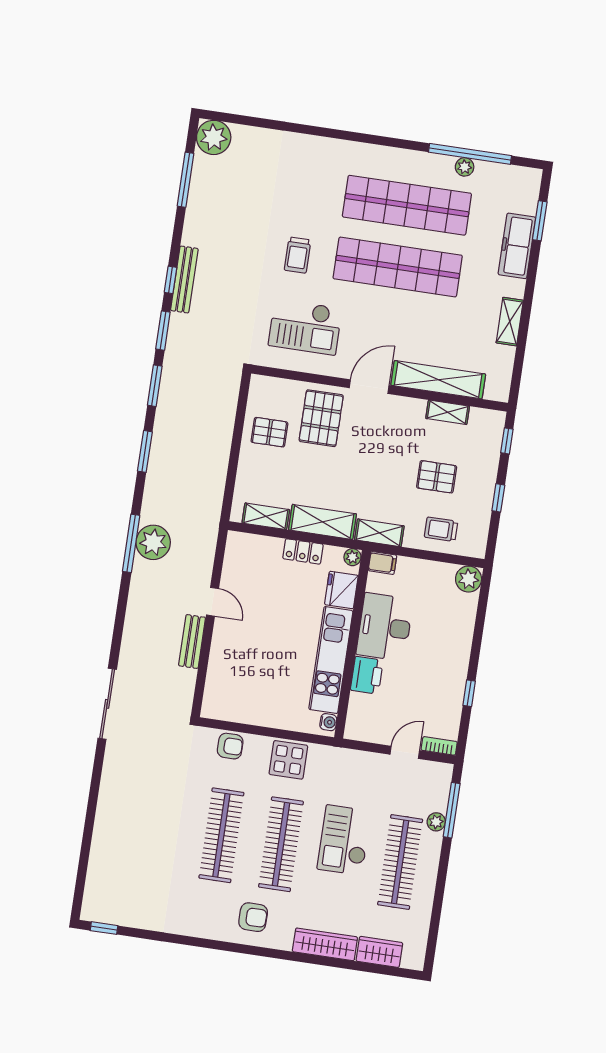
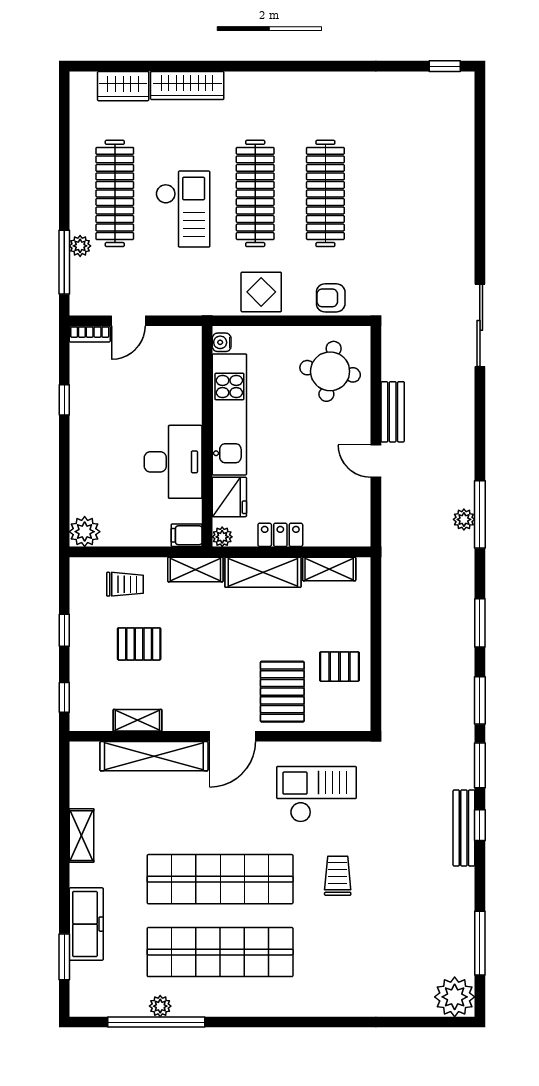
plant: (153, 542) -> (464, 519), width x0.53, depth x0.53
printer: (367, 675) -> (185, 403), removed
round table: (240, 684) -> (330, 371), added
armchair: (253, 917) -> (275, 105), removed

